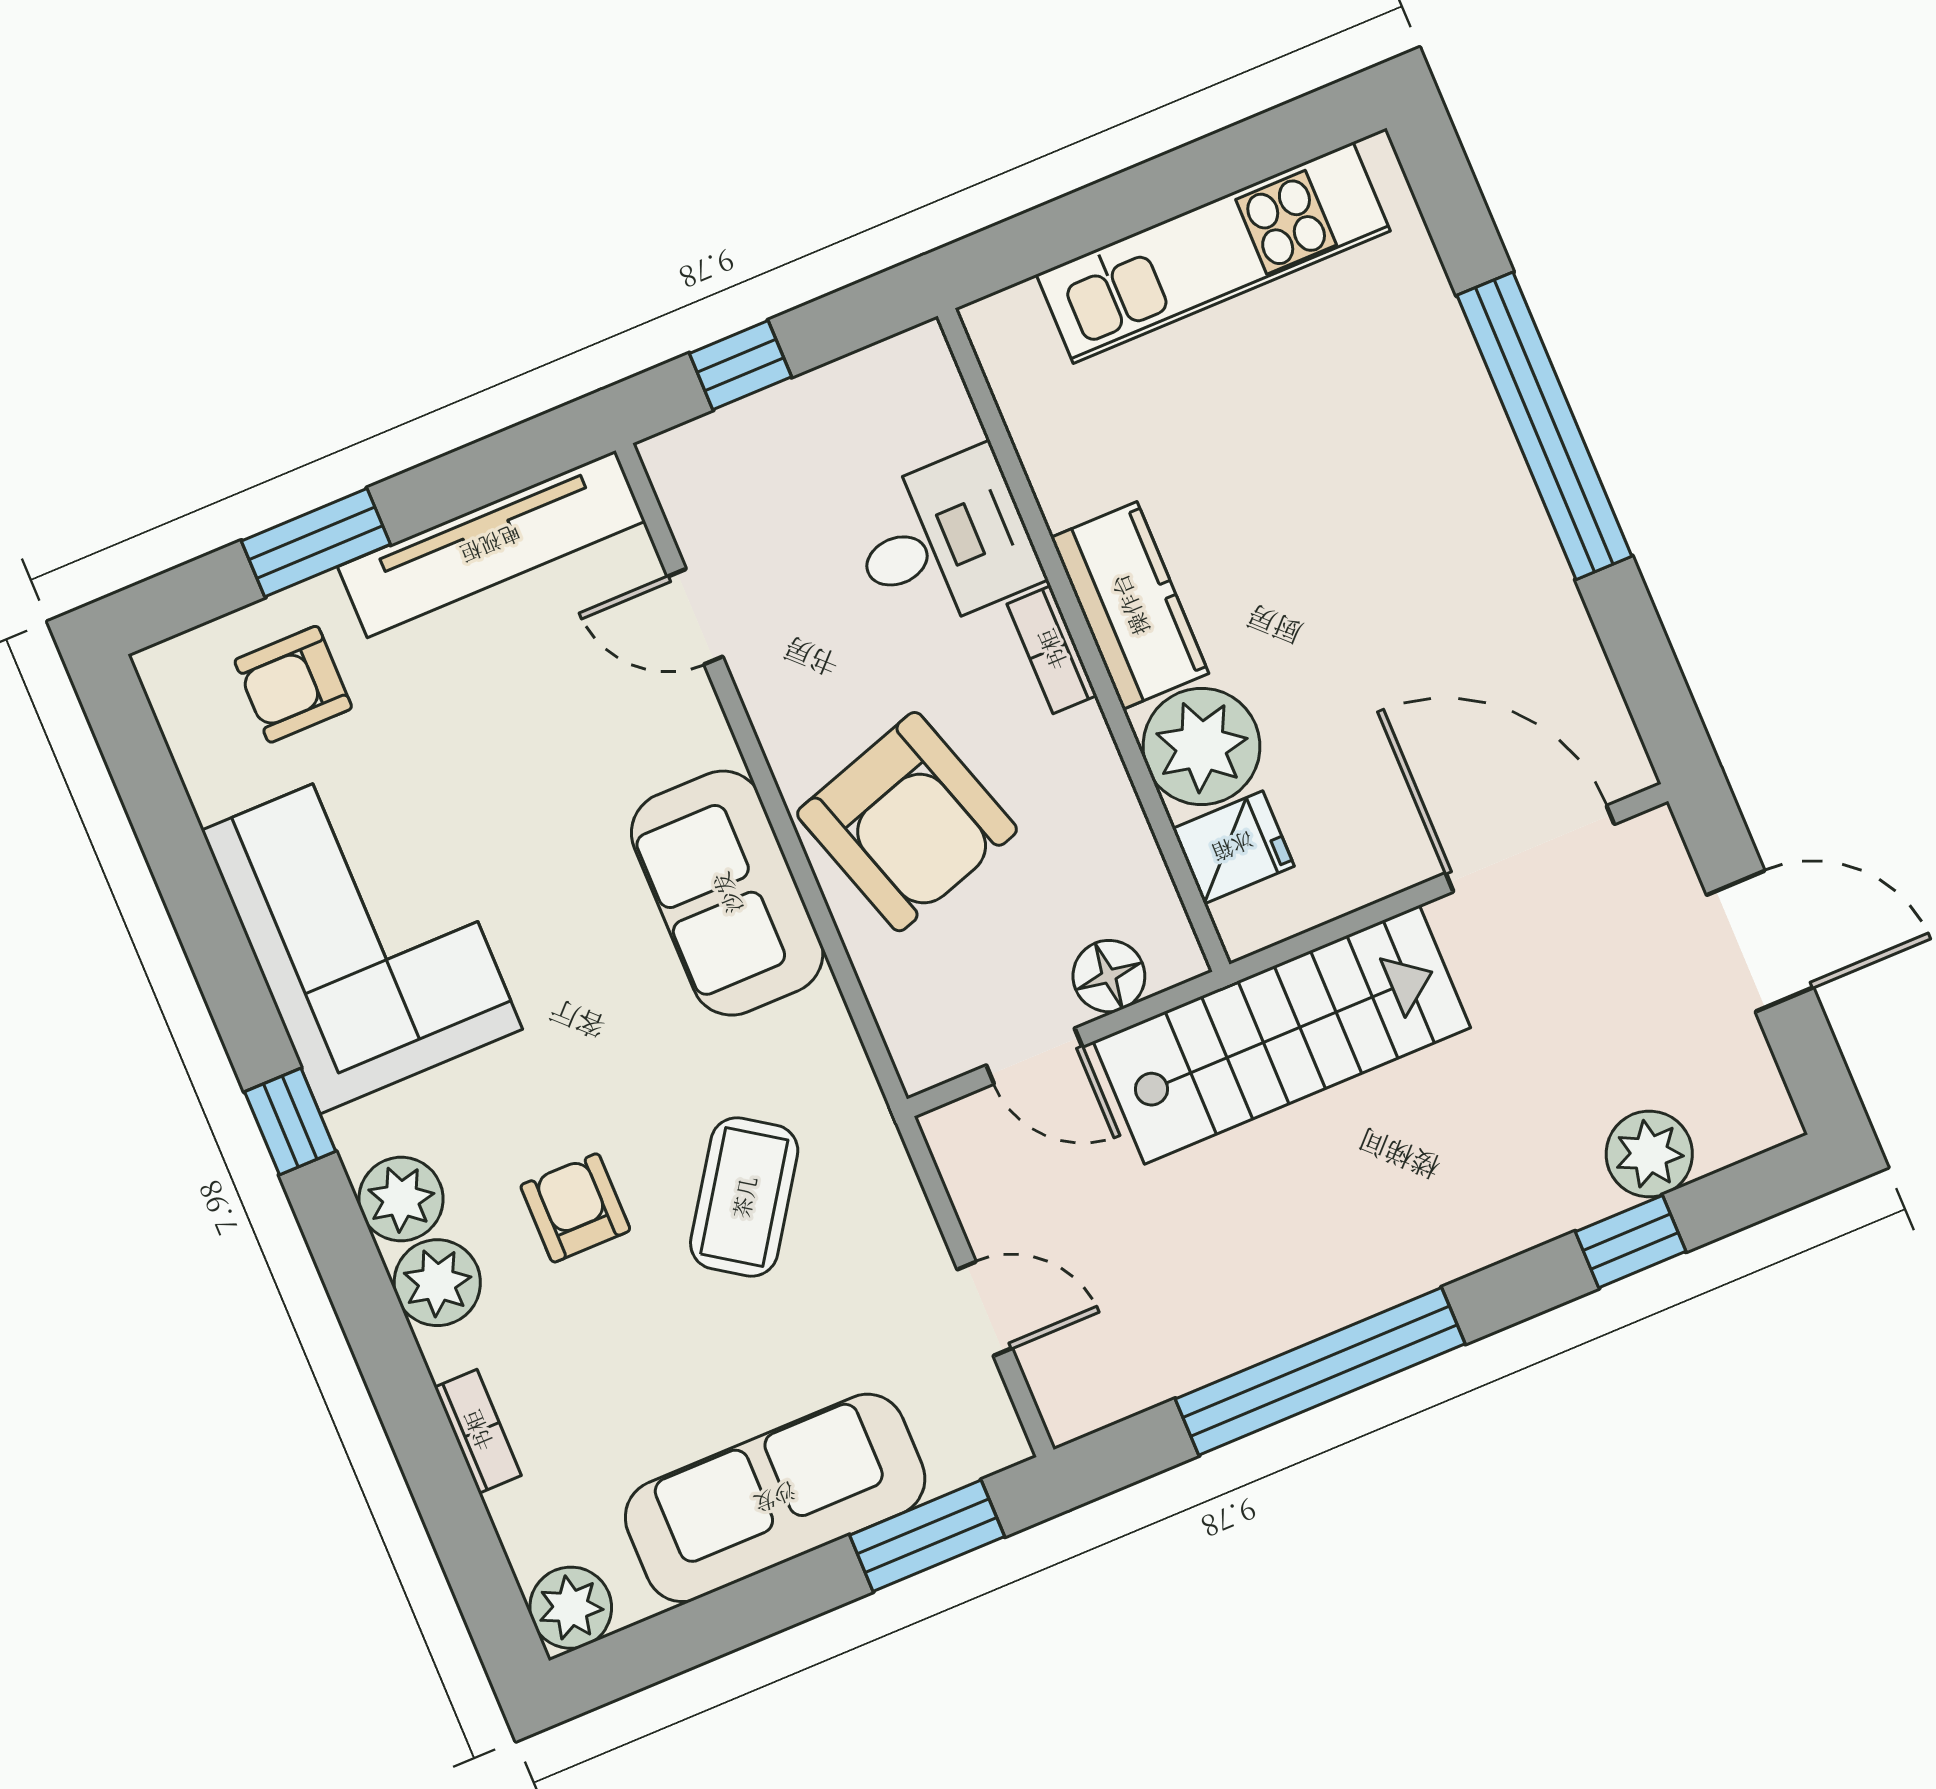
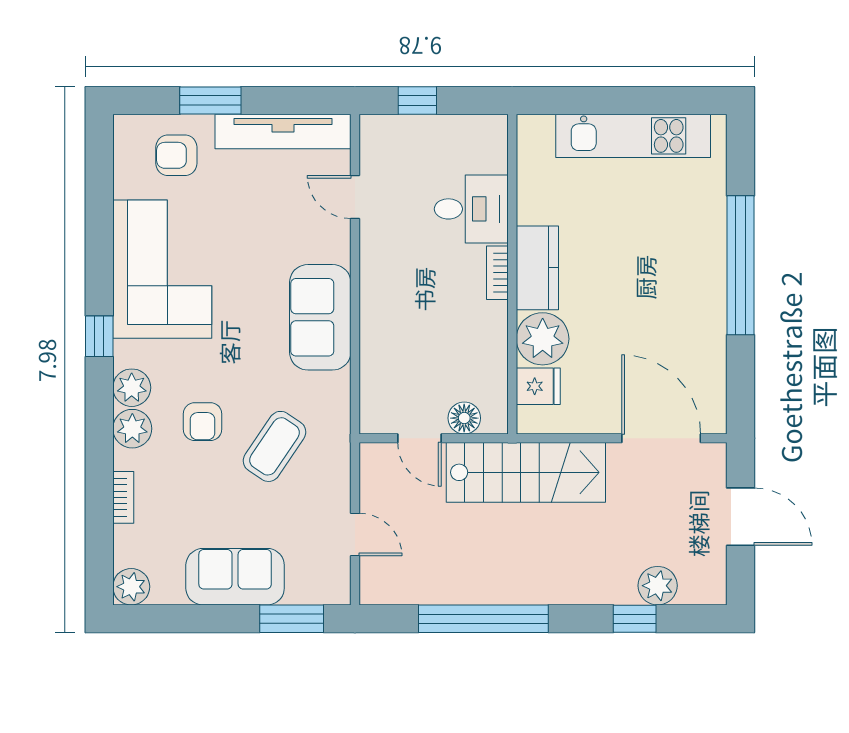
armchair: (907, 822) -> (407, 319), removed
armchair: (575, 1208) -> (203, 422), turned 180
sofa: (775, 1498) -> (235, 577), width x0.73

